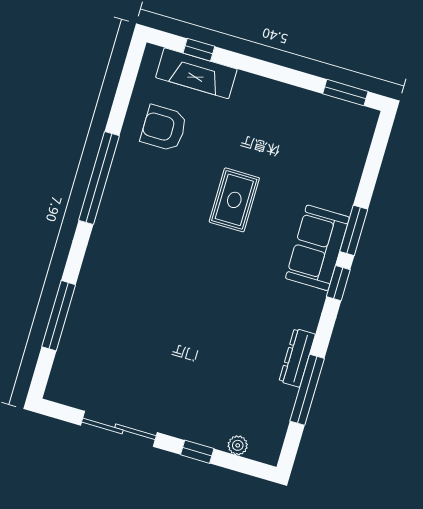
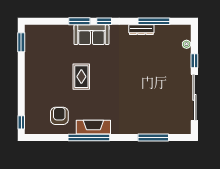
window: (199, 50) -> (21, 122), moved
fireplace: (196, 73) -> (93, 127), moved, turned -90
armchair: (164, 128) -> (59, 116), turned 180
rug: (234, 200) -> (81, 77), turned 90
sliding door: (119, 429) -> (194, 97), width x1.36

